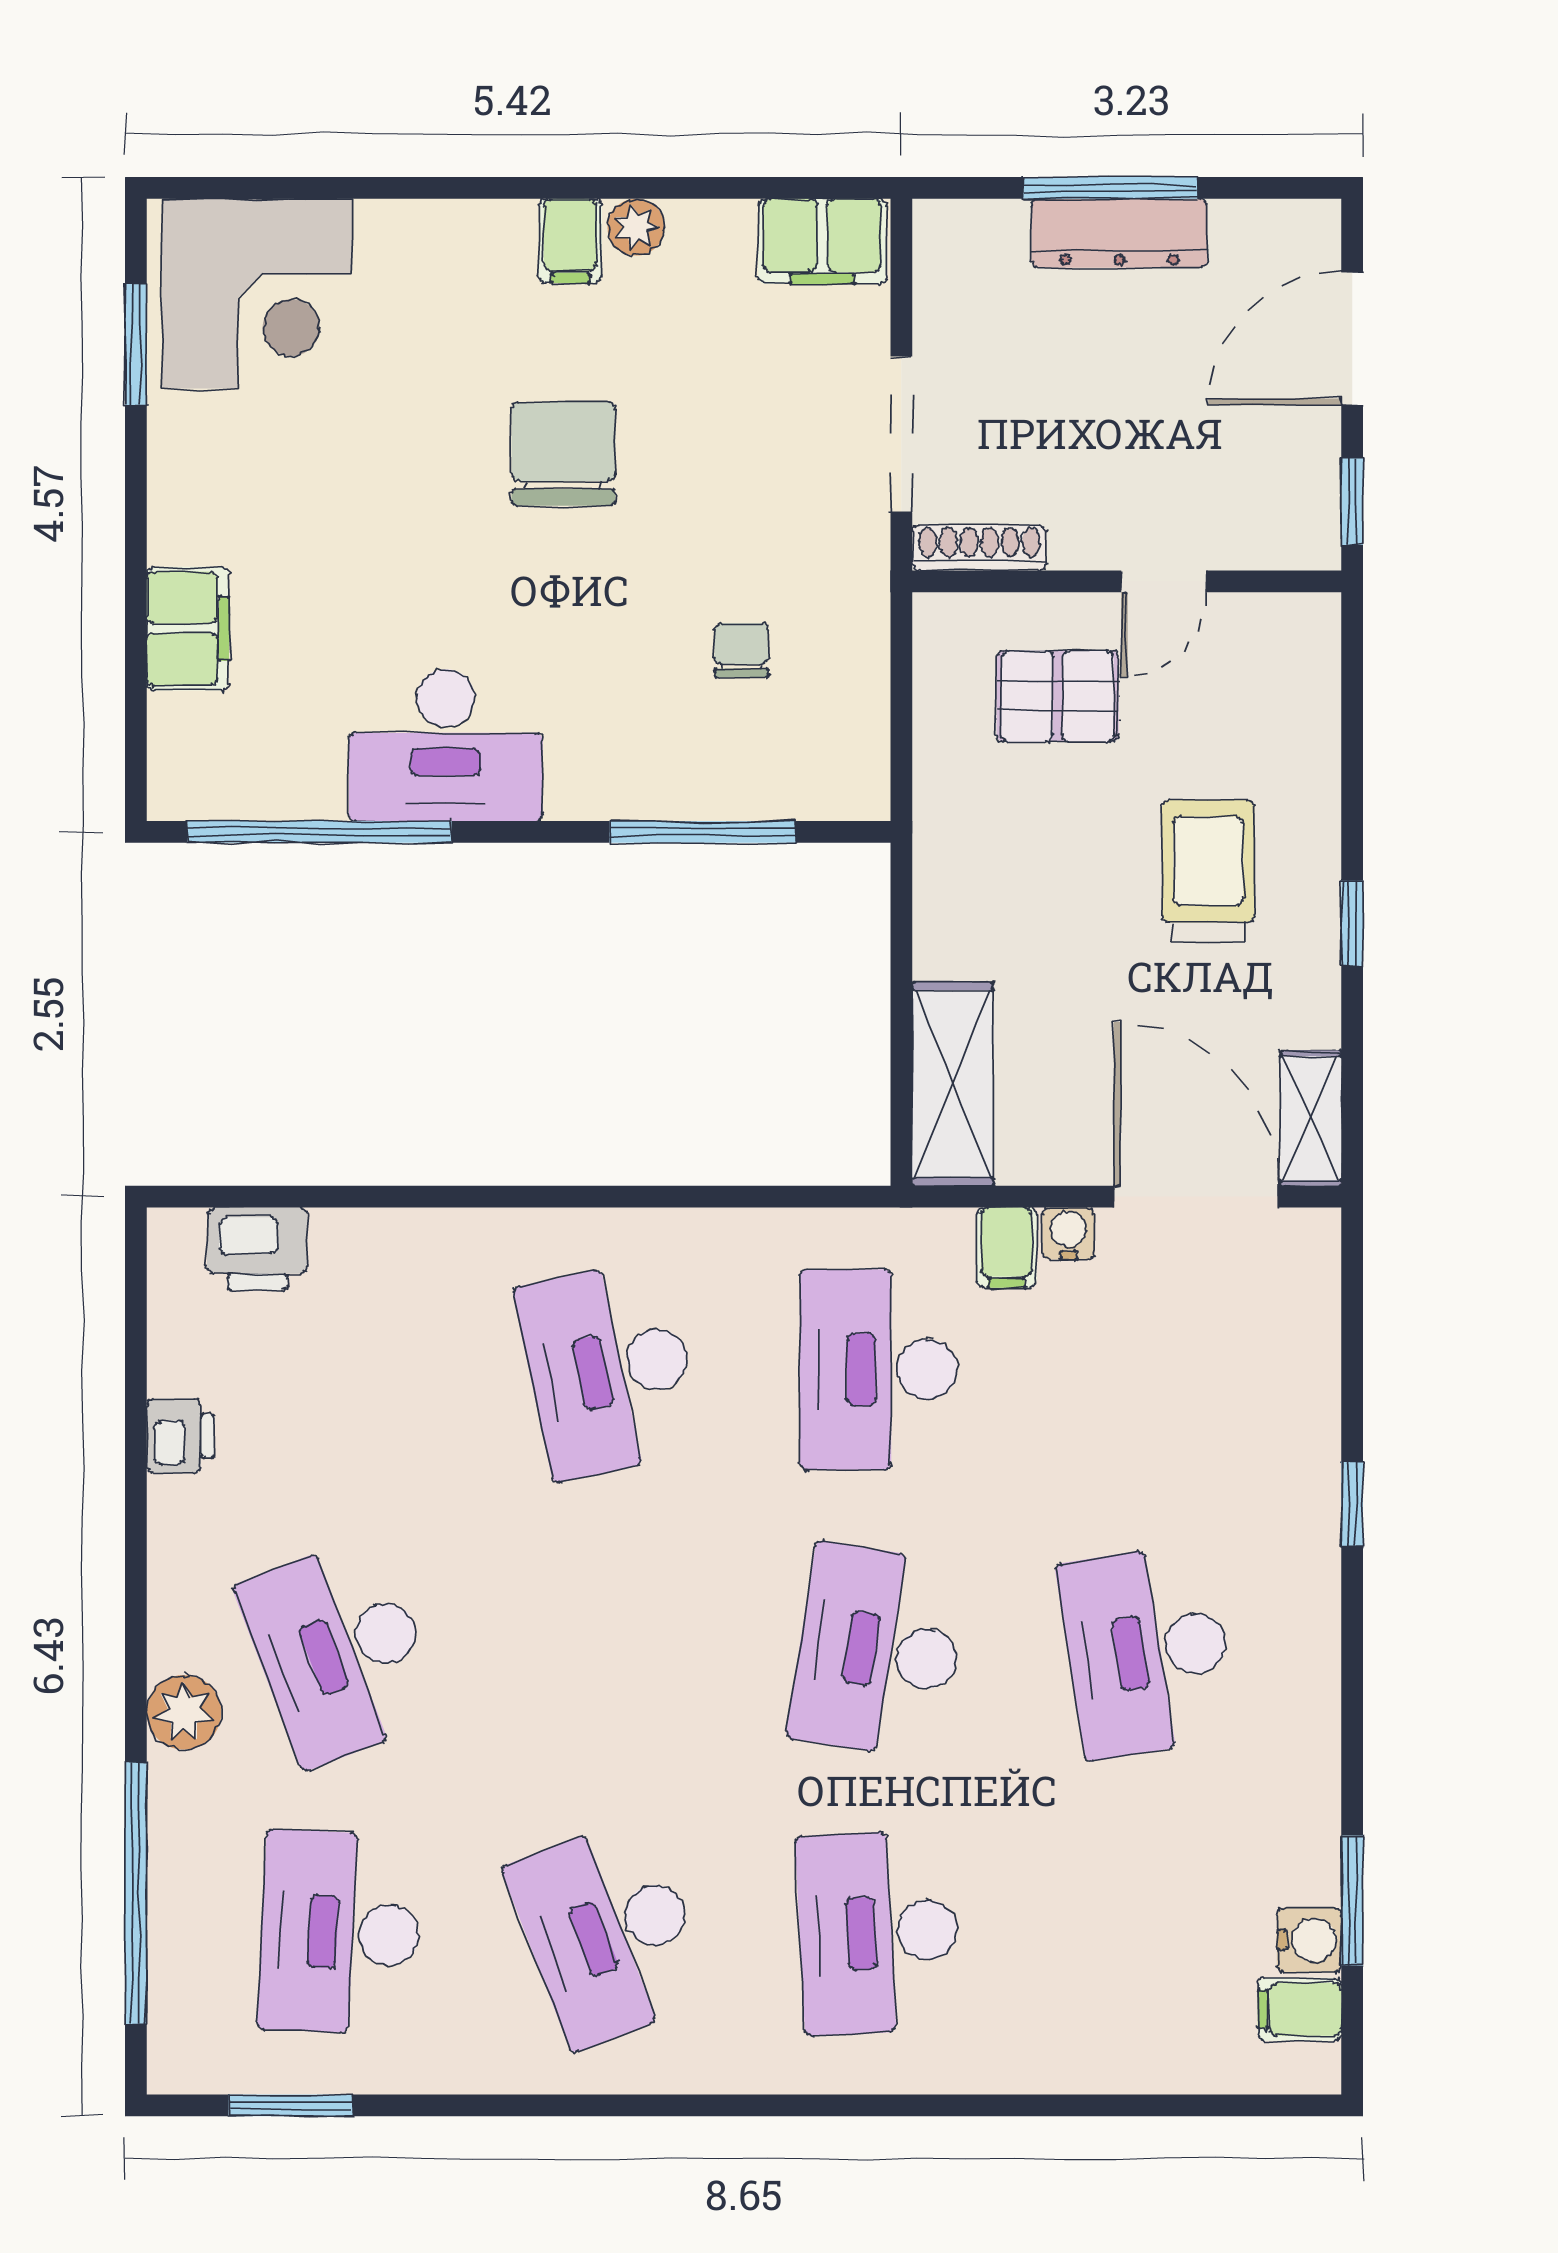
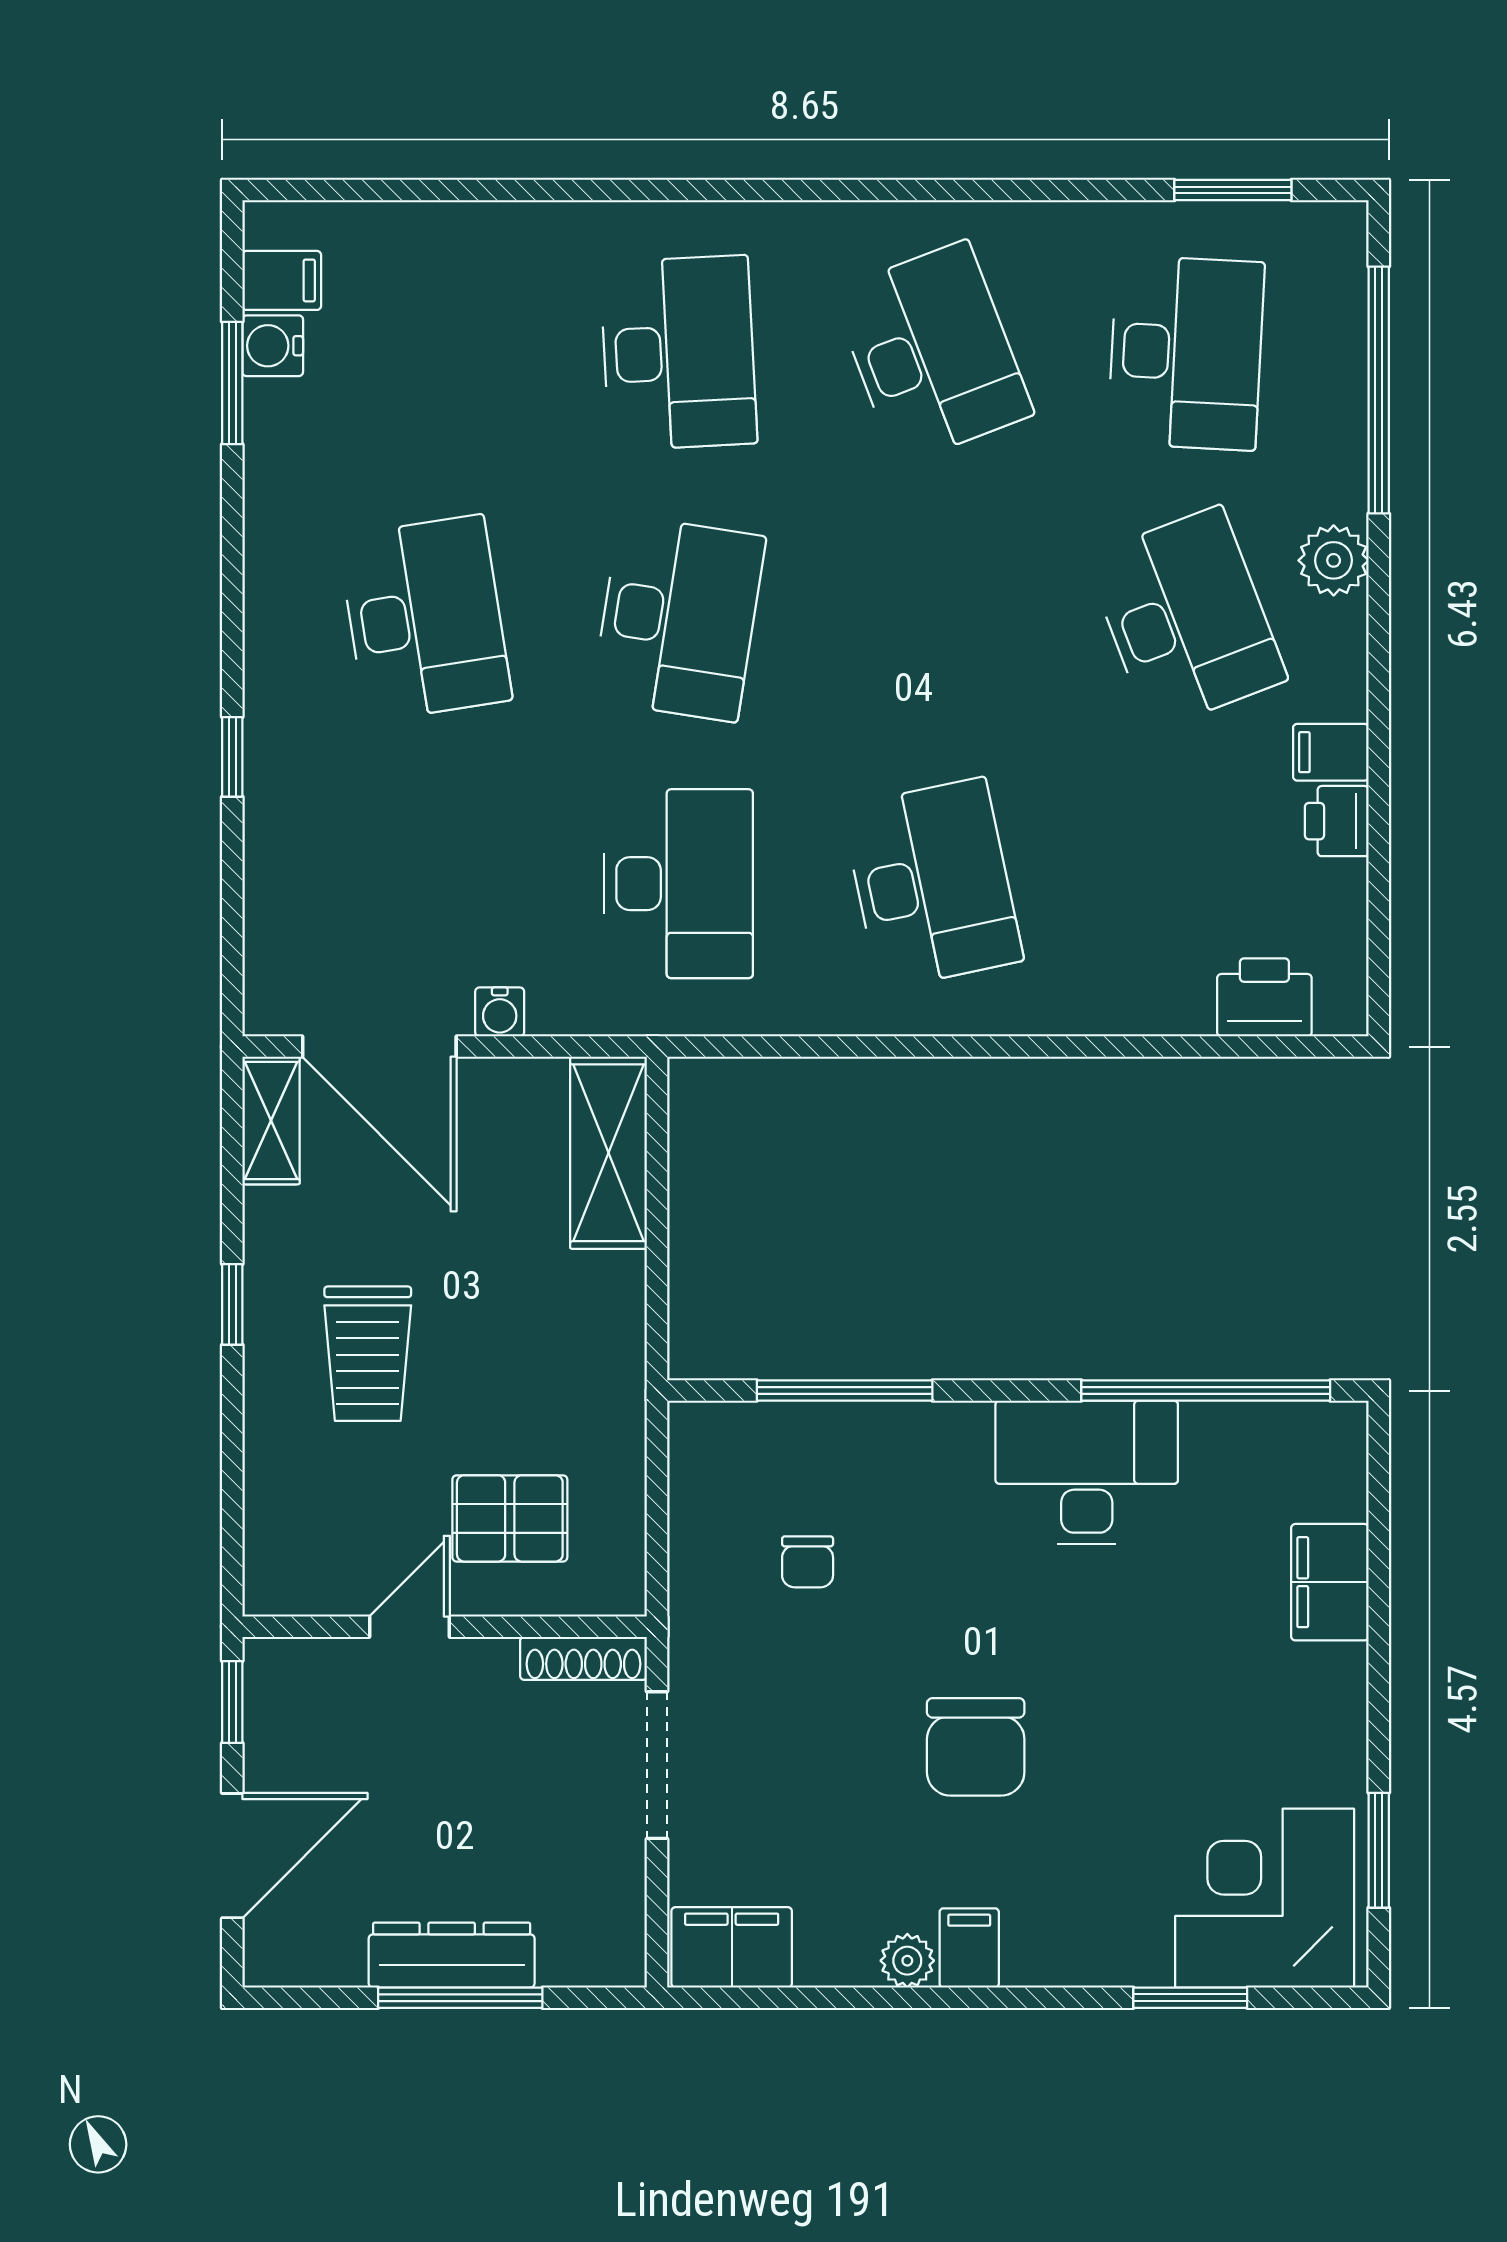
window: (336, 188) -> (1190, 1998), added
filing cabinet: (1006, 1248) -> (1331, 752), moved, turned -90

